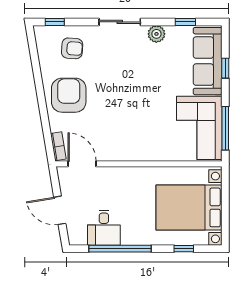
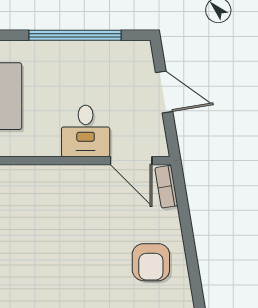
armchair: (69, 95) -> (151, 262), width x0.73, depth x0.73
desk: (104, 228) -> (86, 131), moved, turned 180

